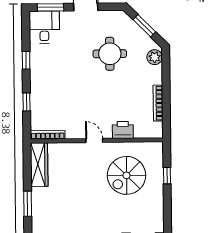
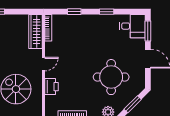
round table: (110, 54) -> (111, 77), width x1.36, depth x1.36
wardrobe: (39, 165) -> (36, 31), moved, turned 90

